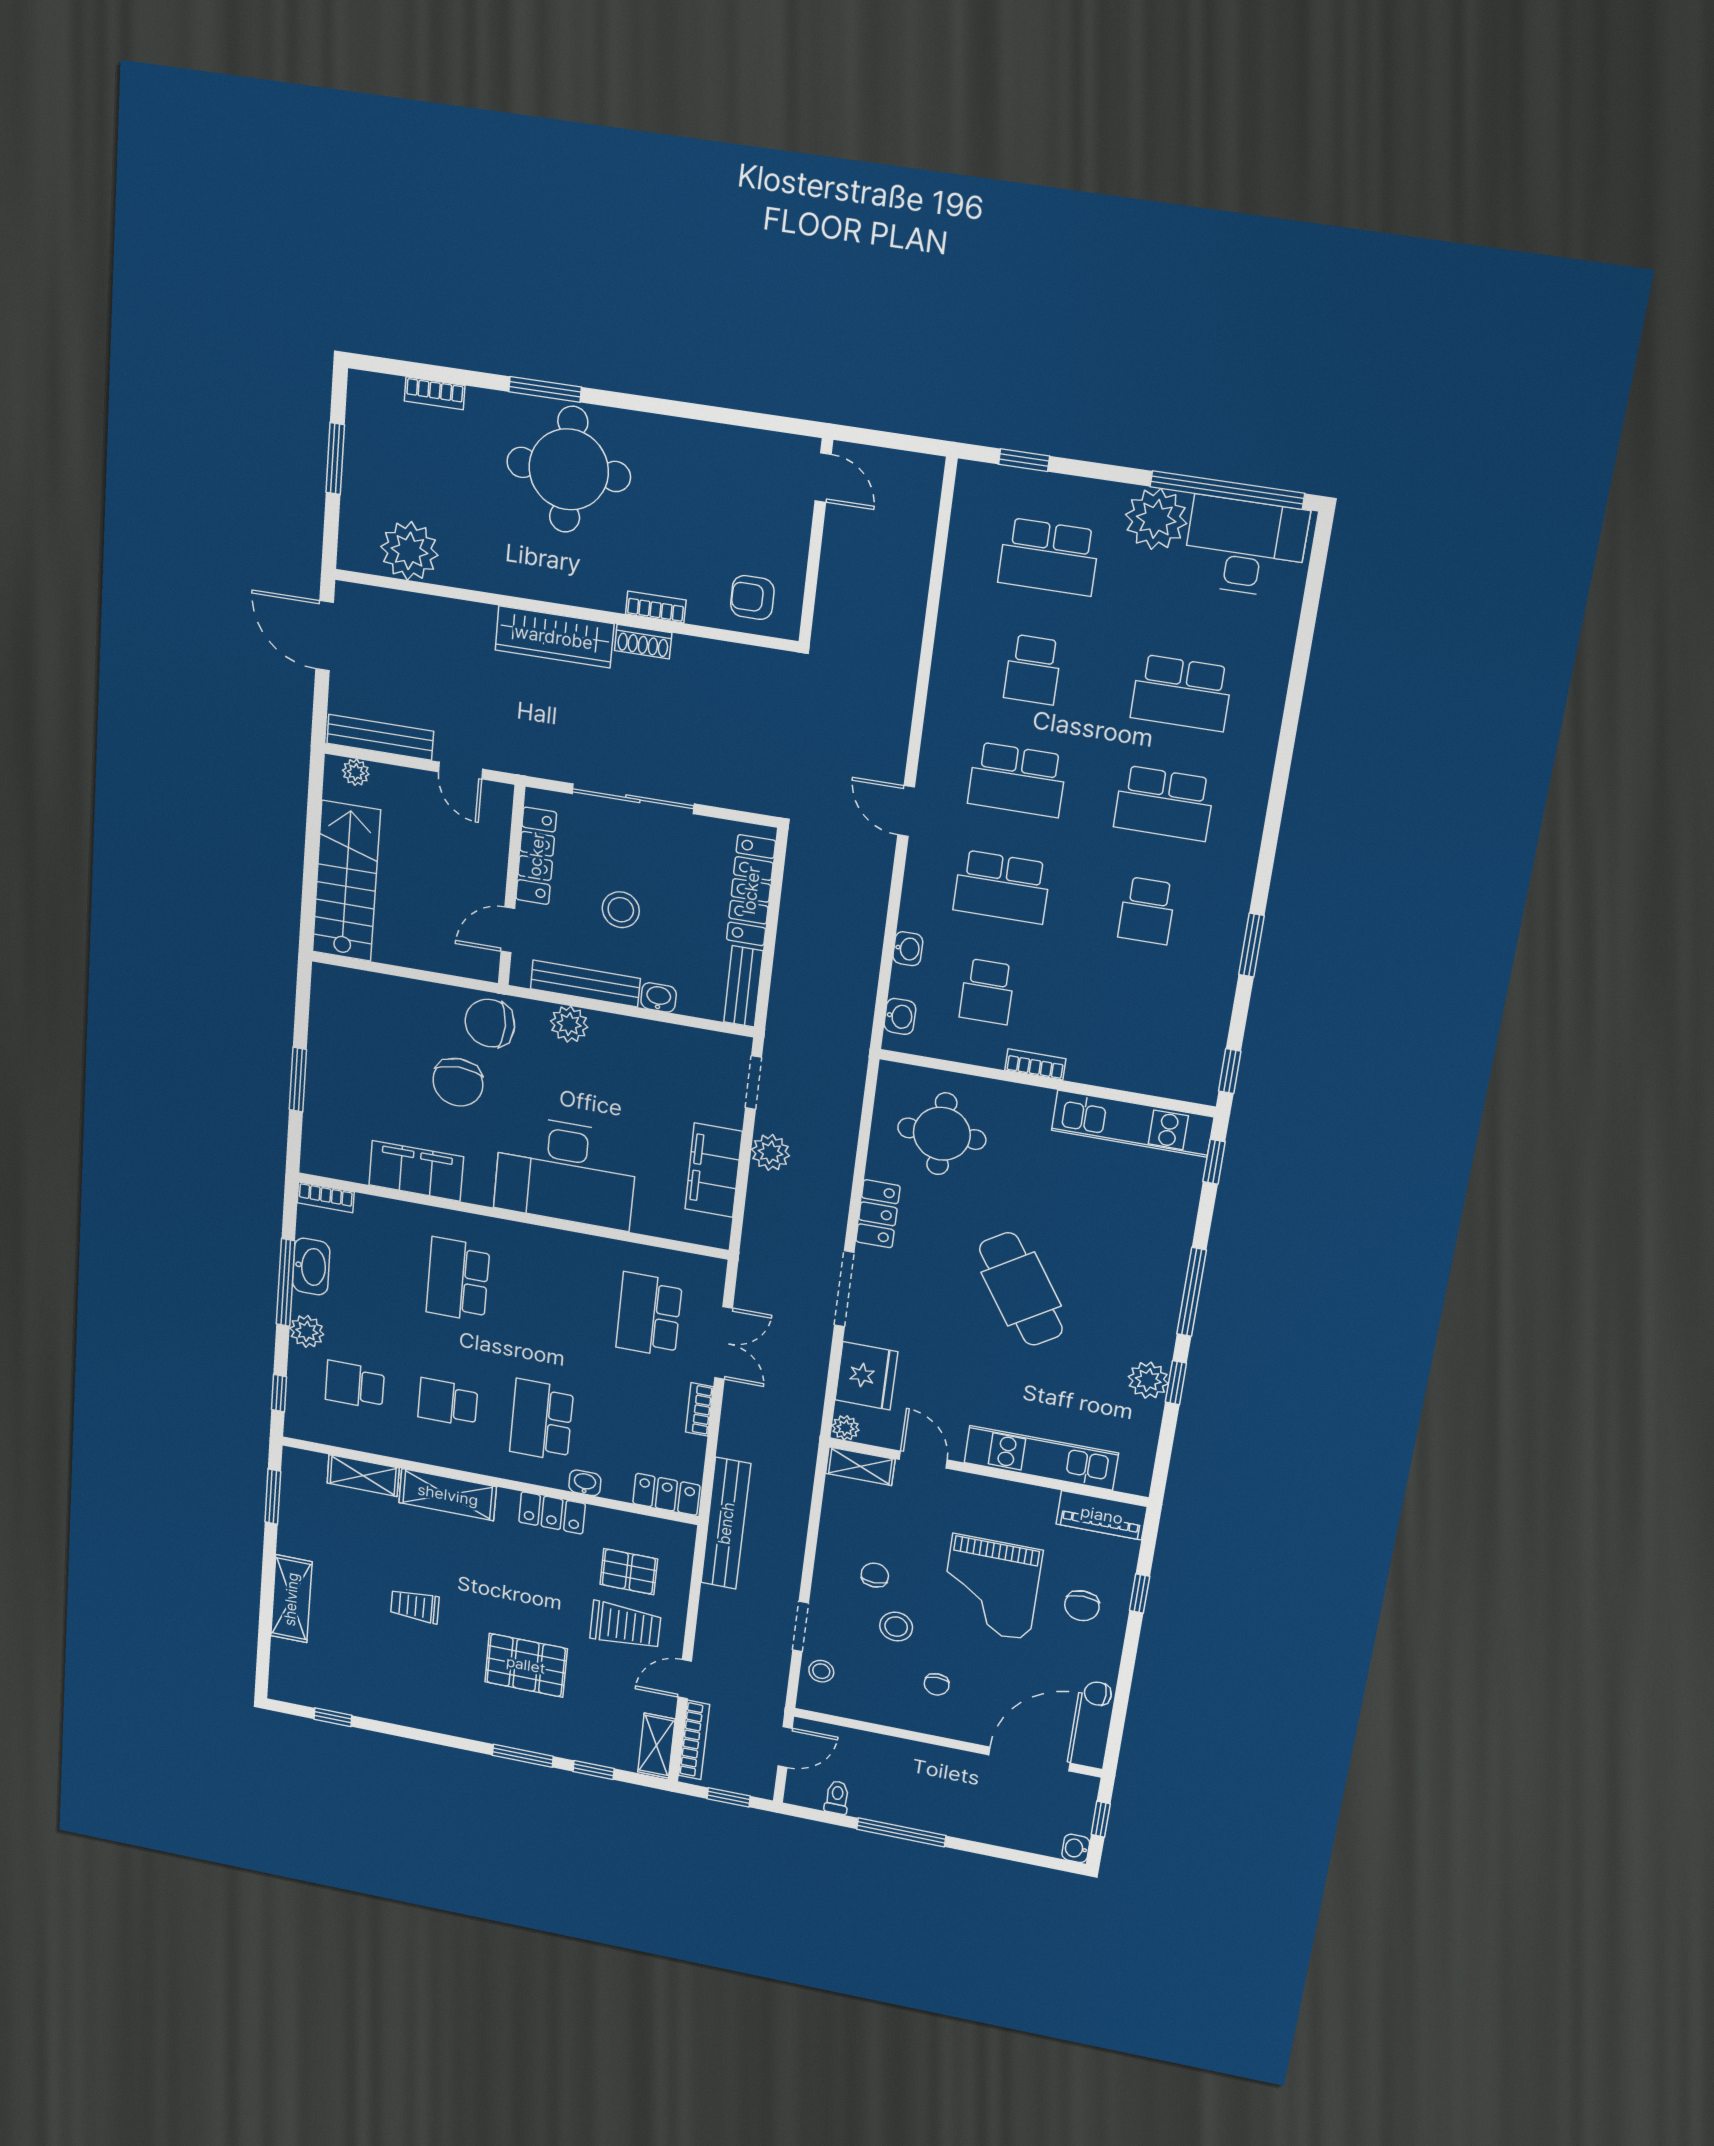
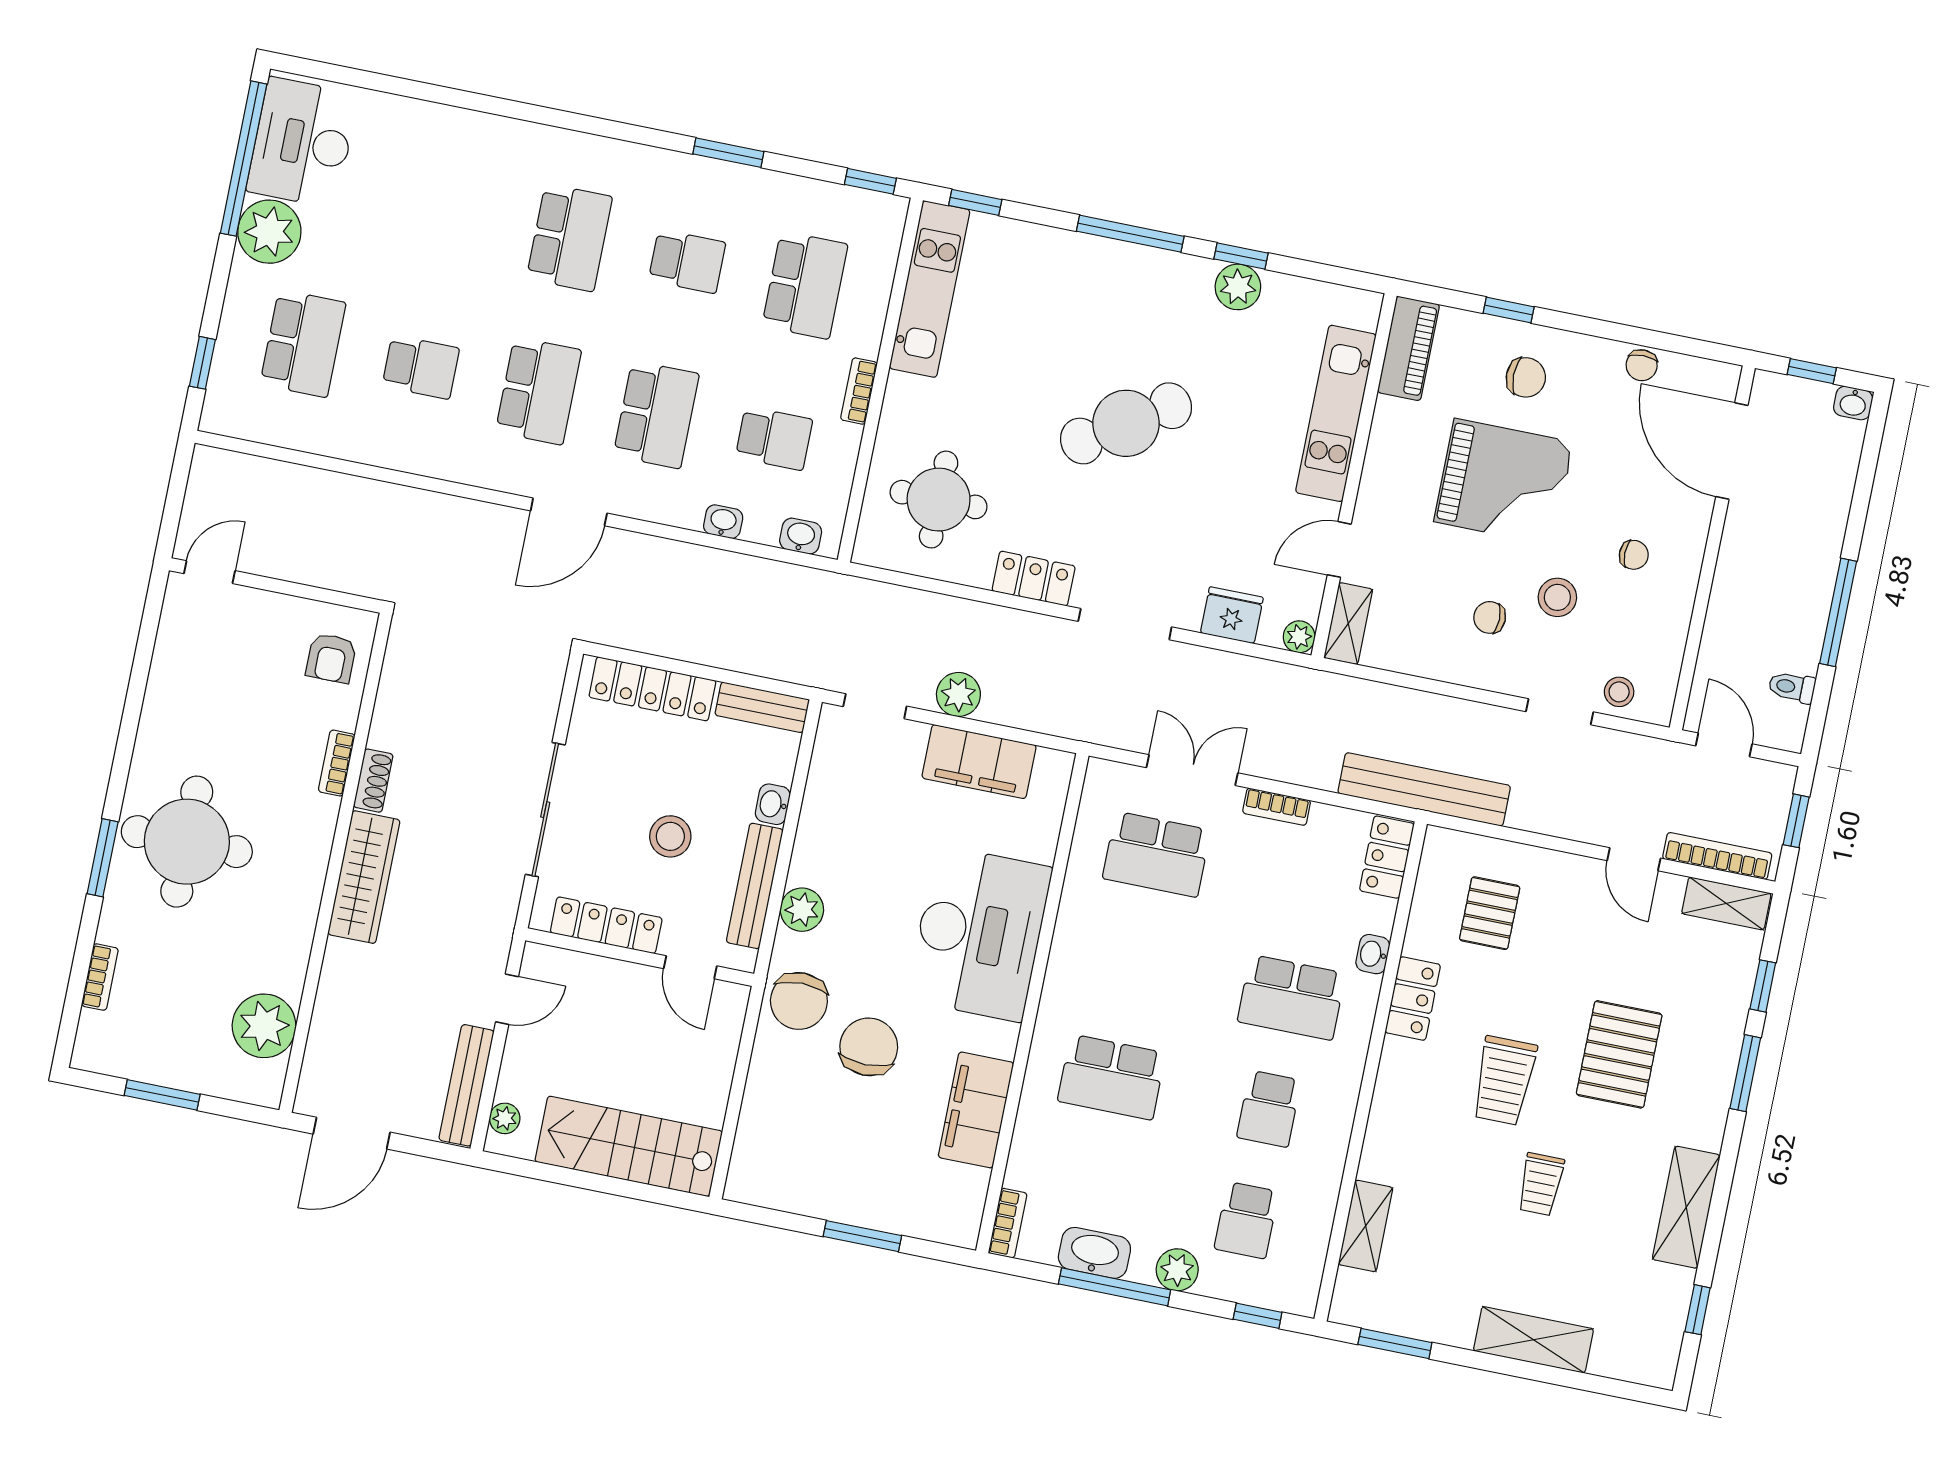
school desk: (1182, 693) -> (805, 285), moved
door: (906, 811) -> (569, 512), width x1.38
chair: (458, 1082) -> (869, 1047), turned -90
fridge: (866, 1376) -> (1232, 615), width x0.73, depth x0.75
shelving: (448, 1495) -> (1686, 1207), moved
trolley: (625, 1626) -> (1504, 1081), moved, turned 180

